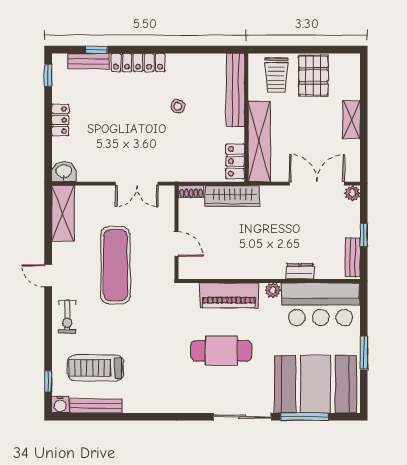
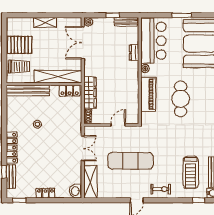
shelving: (63, 213) -> (90, 182), moved, turned 90

